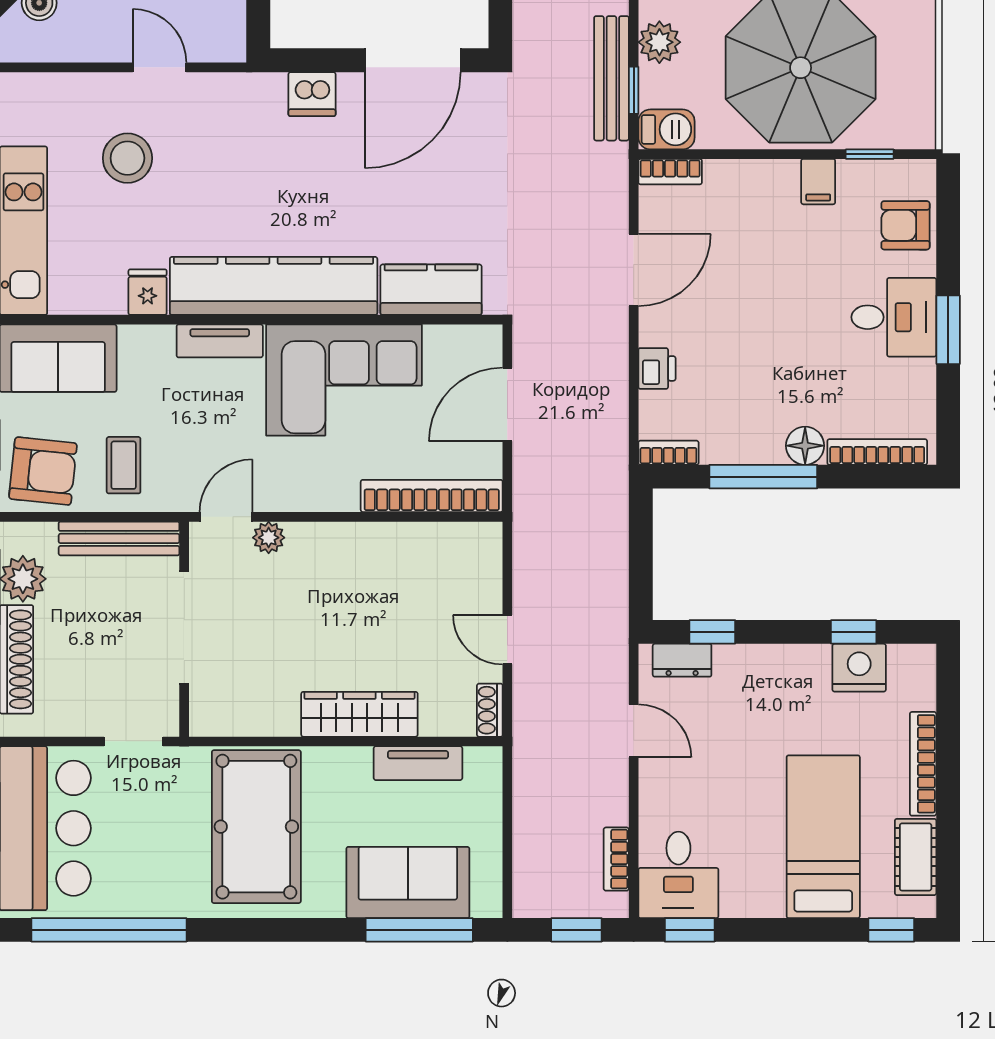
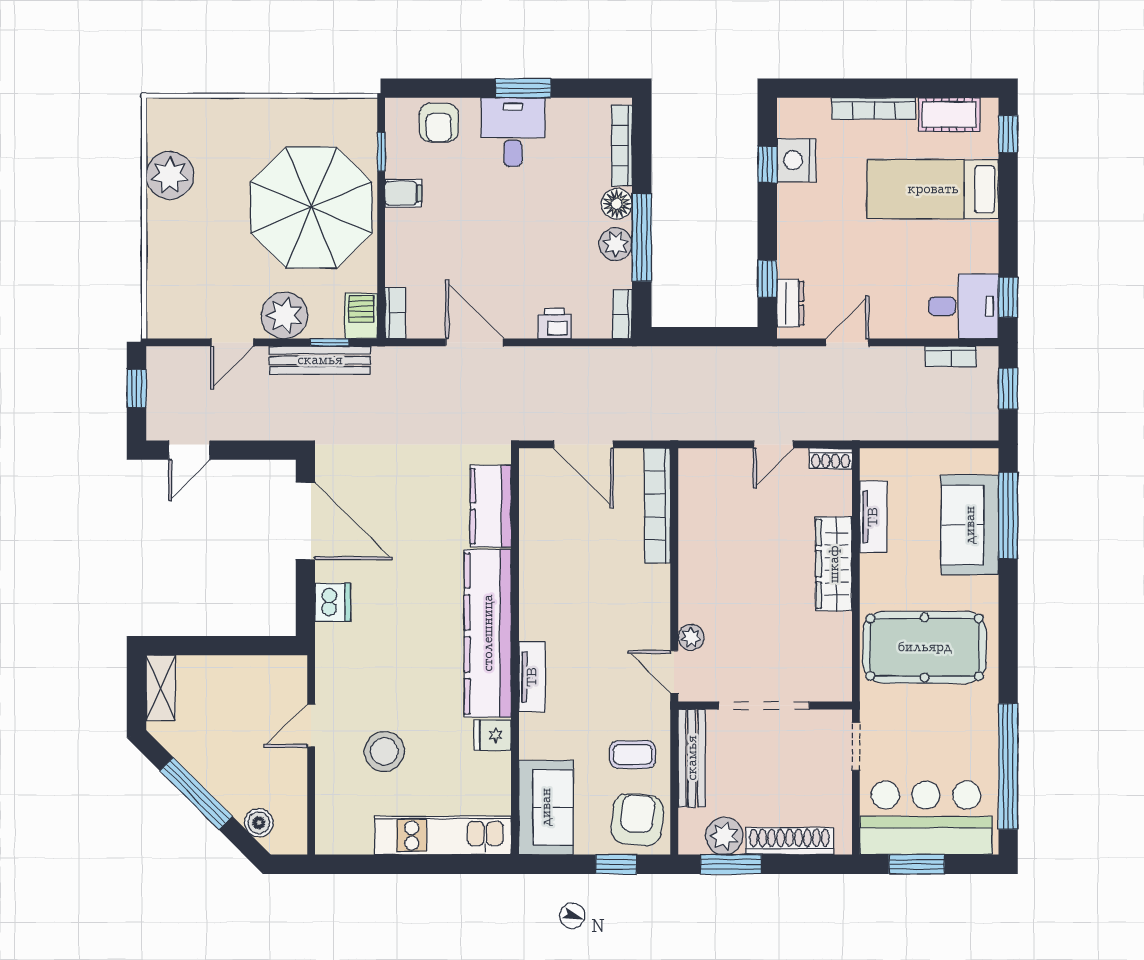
plant: (659, 42) -> (285, 315), width x1.36, depth x1.36
corner sofa: (344, 380) -> (564, 576), removed
plant: (755, 444) -> (616, 244), added

